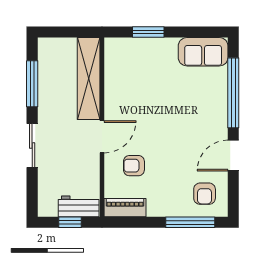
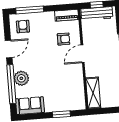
shelving: (89, 79) -> (93, 93), width x0.68
plant: (215, 102) -> (21, 78), added
workbench: (79, 206) -> (97, 14), width x1.38

